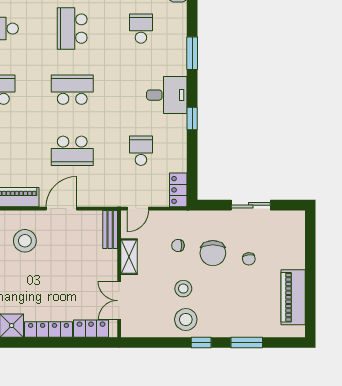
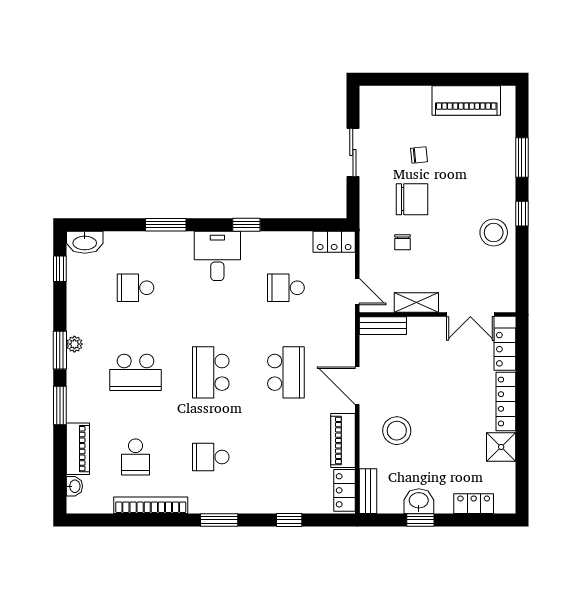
stool: (183, 289) -> (456, 236), removed

